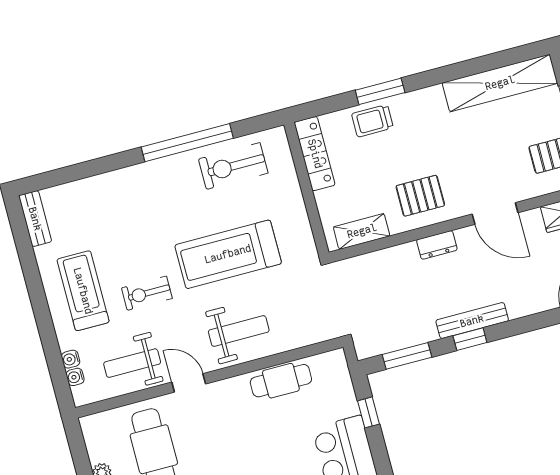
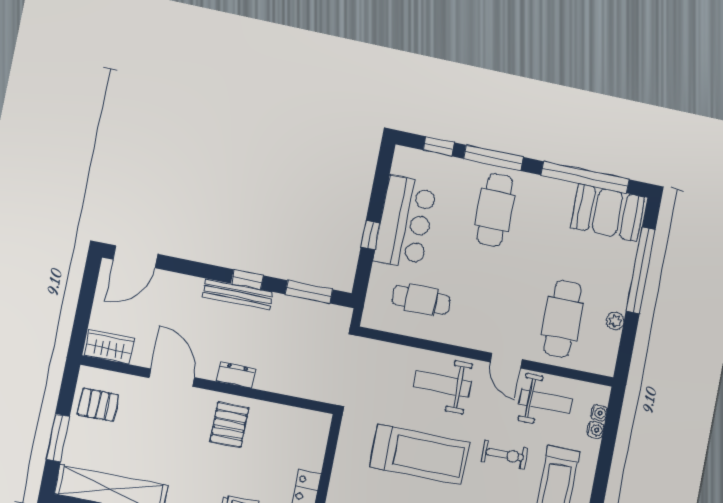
pallet: (420, 196) -> (229, 425), turned 90
shelving: (362, 231) -> (296, 418), removed
cafe table: (281, 381) -> (421, 300), moved
window: (369, 412) -> (370, 235), moved

